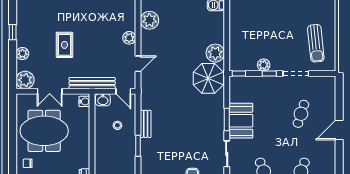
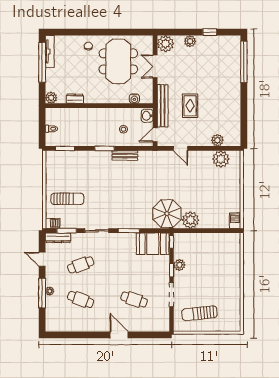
plant: (129, 38) -> (217, 140), moved
rug: (65, 45) -> (190, 106), moved, turned 90
water cooler: (84, 101) -> (134, 99), moved
booth: (241, 121) -> (153, 244), moved

